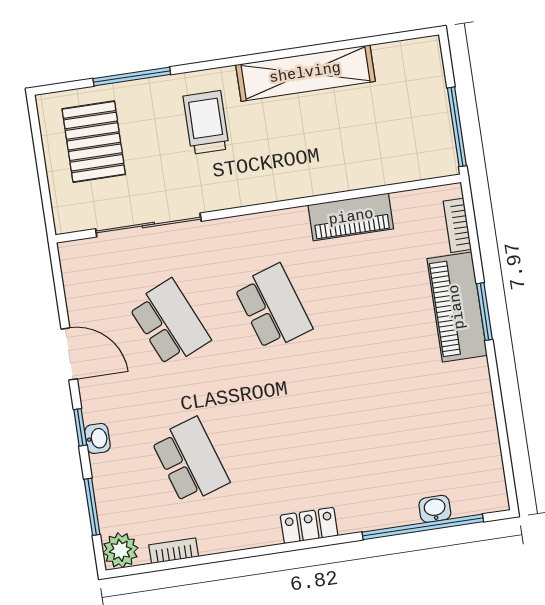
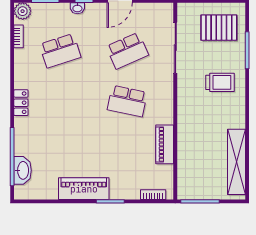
shelving: (305, 73) -> (236, 162), moved
school desk: (273, 307) -> (127, 101), turned 30
piano: (457, 307) -> (84, 189), moved
washbasin: (435, 509) -> (23, 170), width x1.91, depth x1.45

